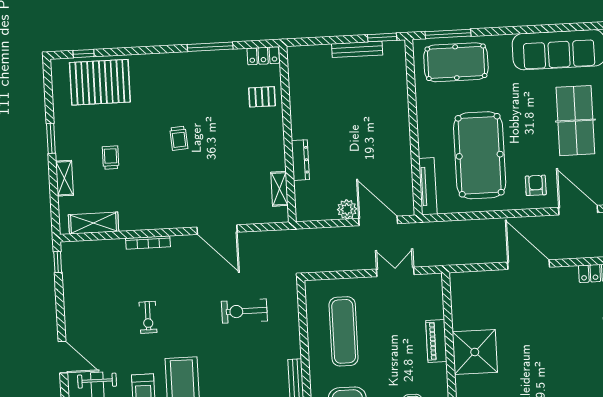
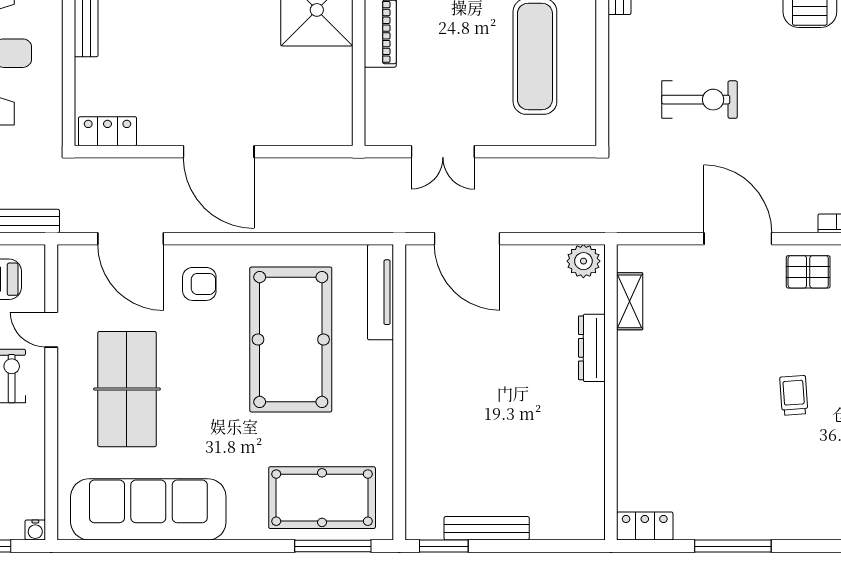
pallet: (262, 97) -> (808, 272), moved
armchair: (536, 185) -> (199, 284), turned -90
plant: (347, 209) -> (583, 261), moved

